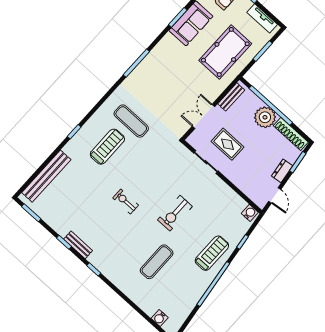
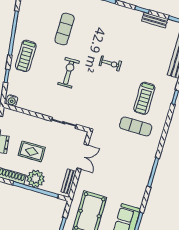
rug: (228, 144) -> (32, 151), moved
bench: (78, 245) -> (155, 20), moved

